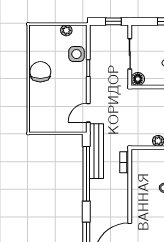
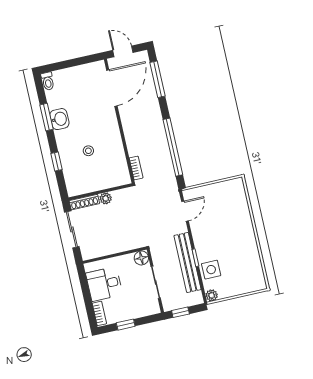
plant: (66, 30) -> (212, 295), moved
chair: (40, 72) -> (245, 243), removed
bench: (97, 151) -> (188, 262), moved

